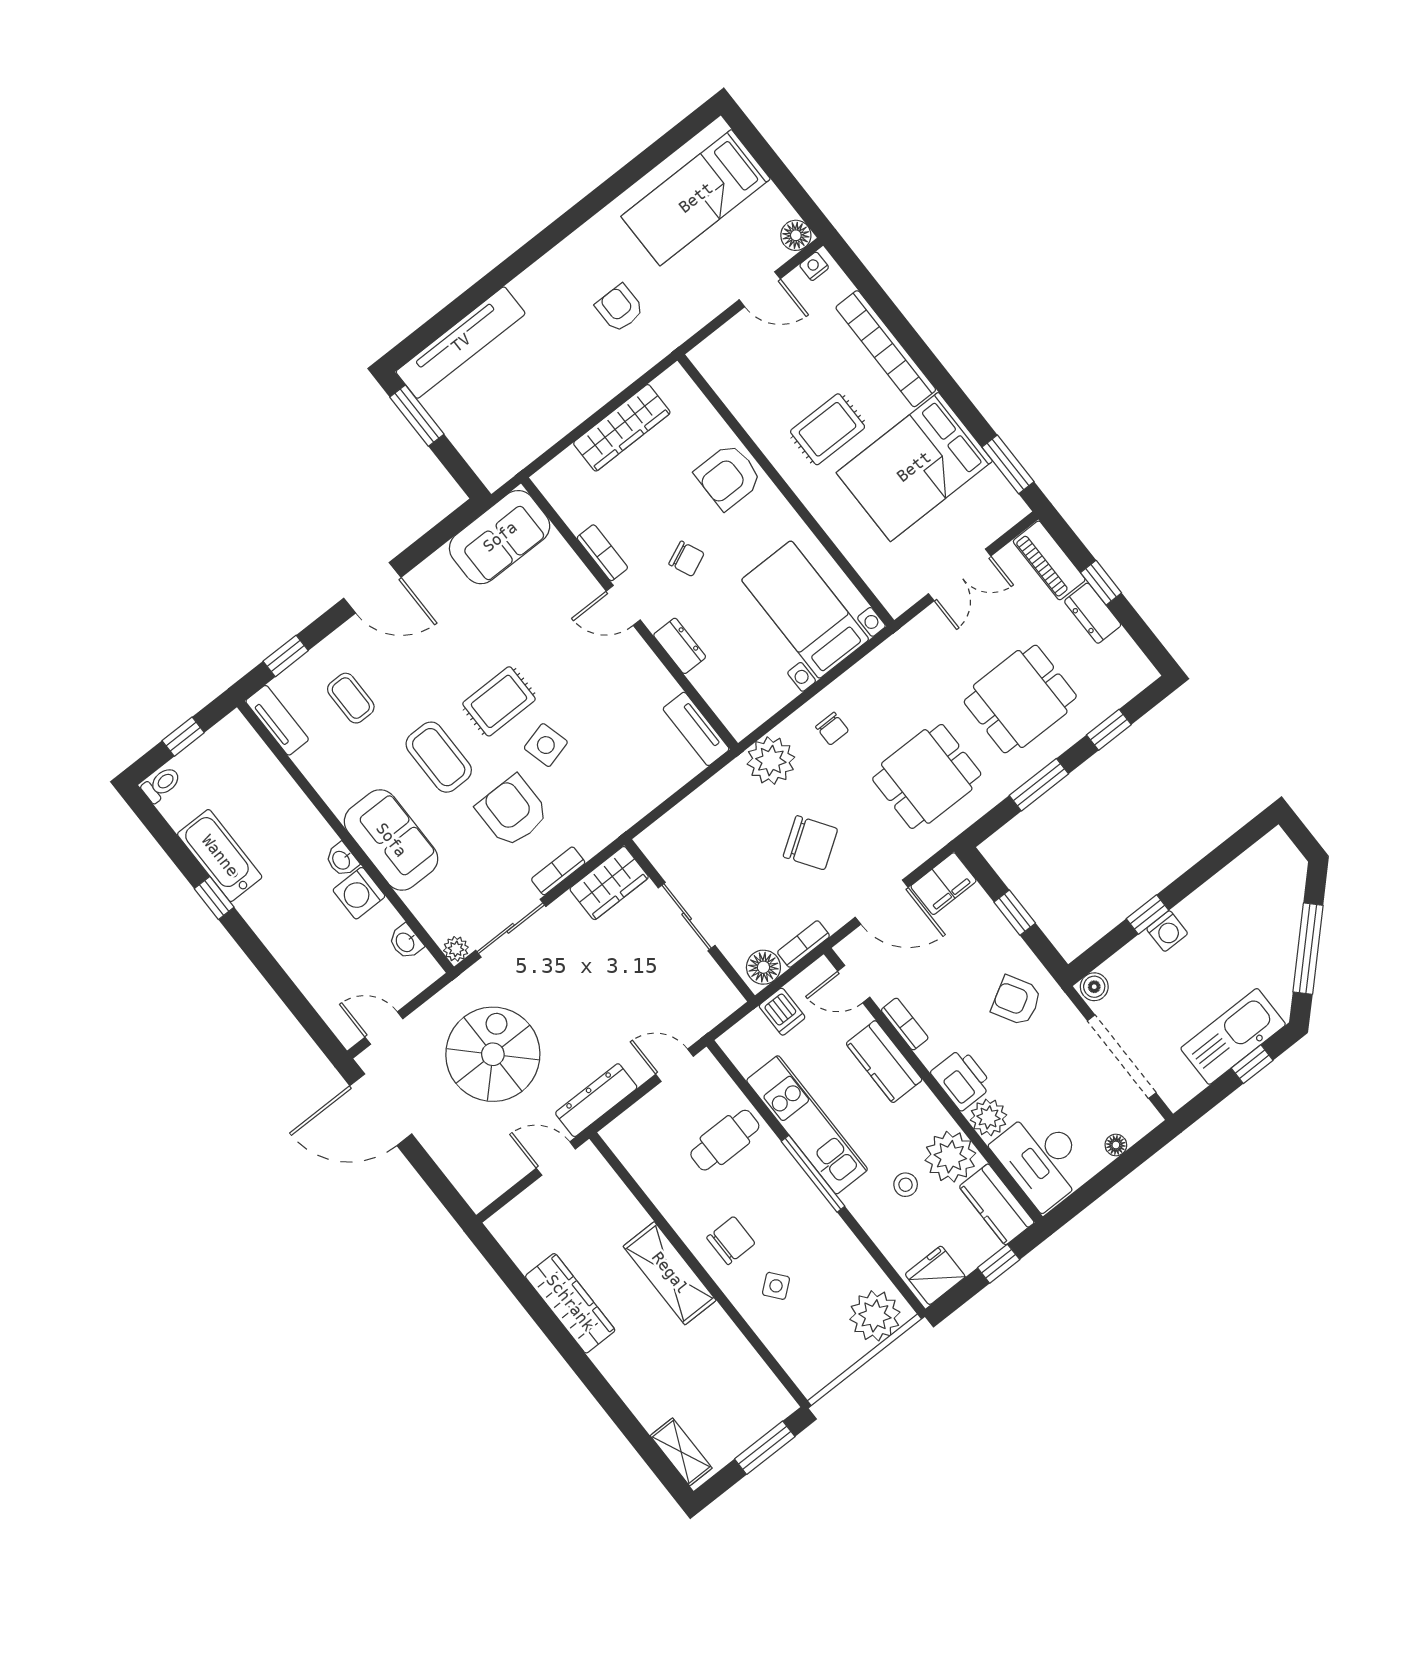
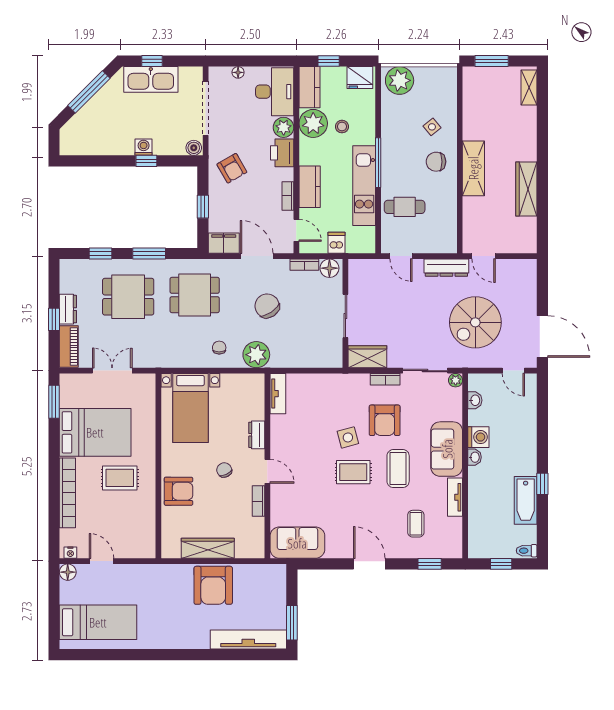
armchair: (620, 308) -> (213, 585), moved, width x1.88, depth x1.88
tv unit: (277, 720) -> (455, 497), moved

